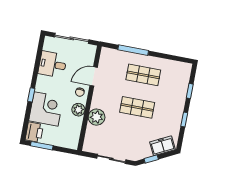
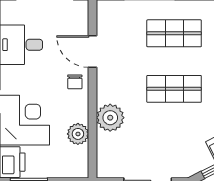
door: (94, 76) -> (93, 52), hinge flipped
plant: (78, 110) -> (78, 134), moved

